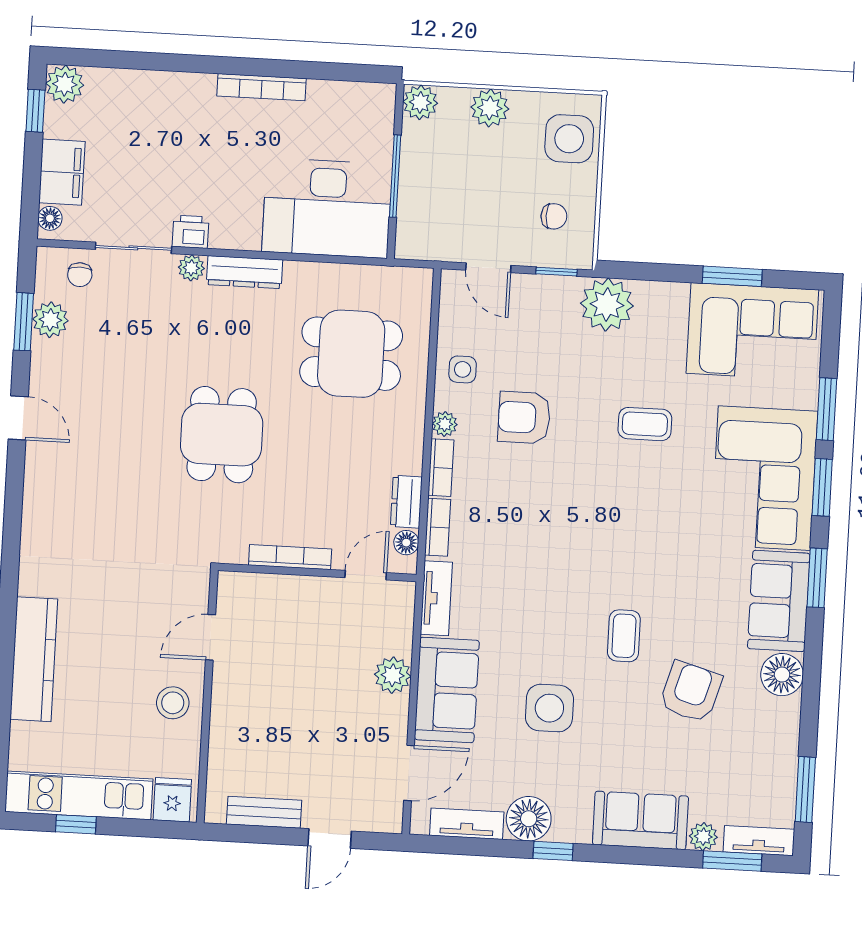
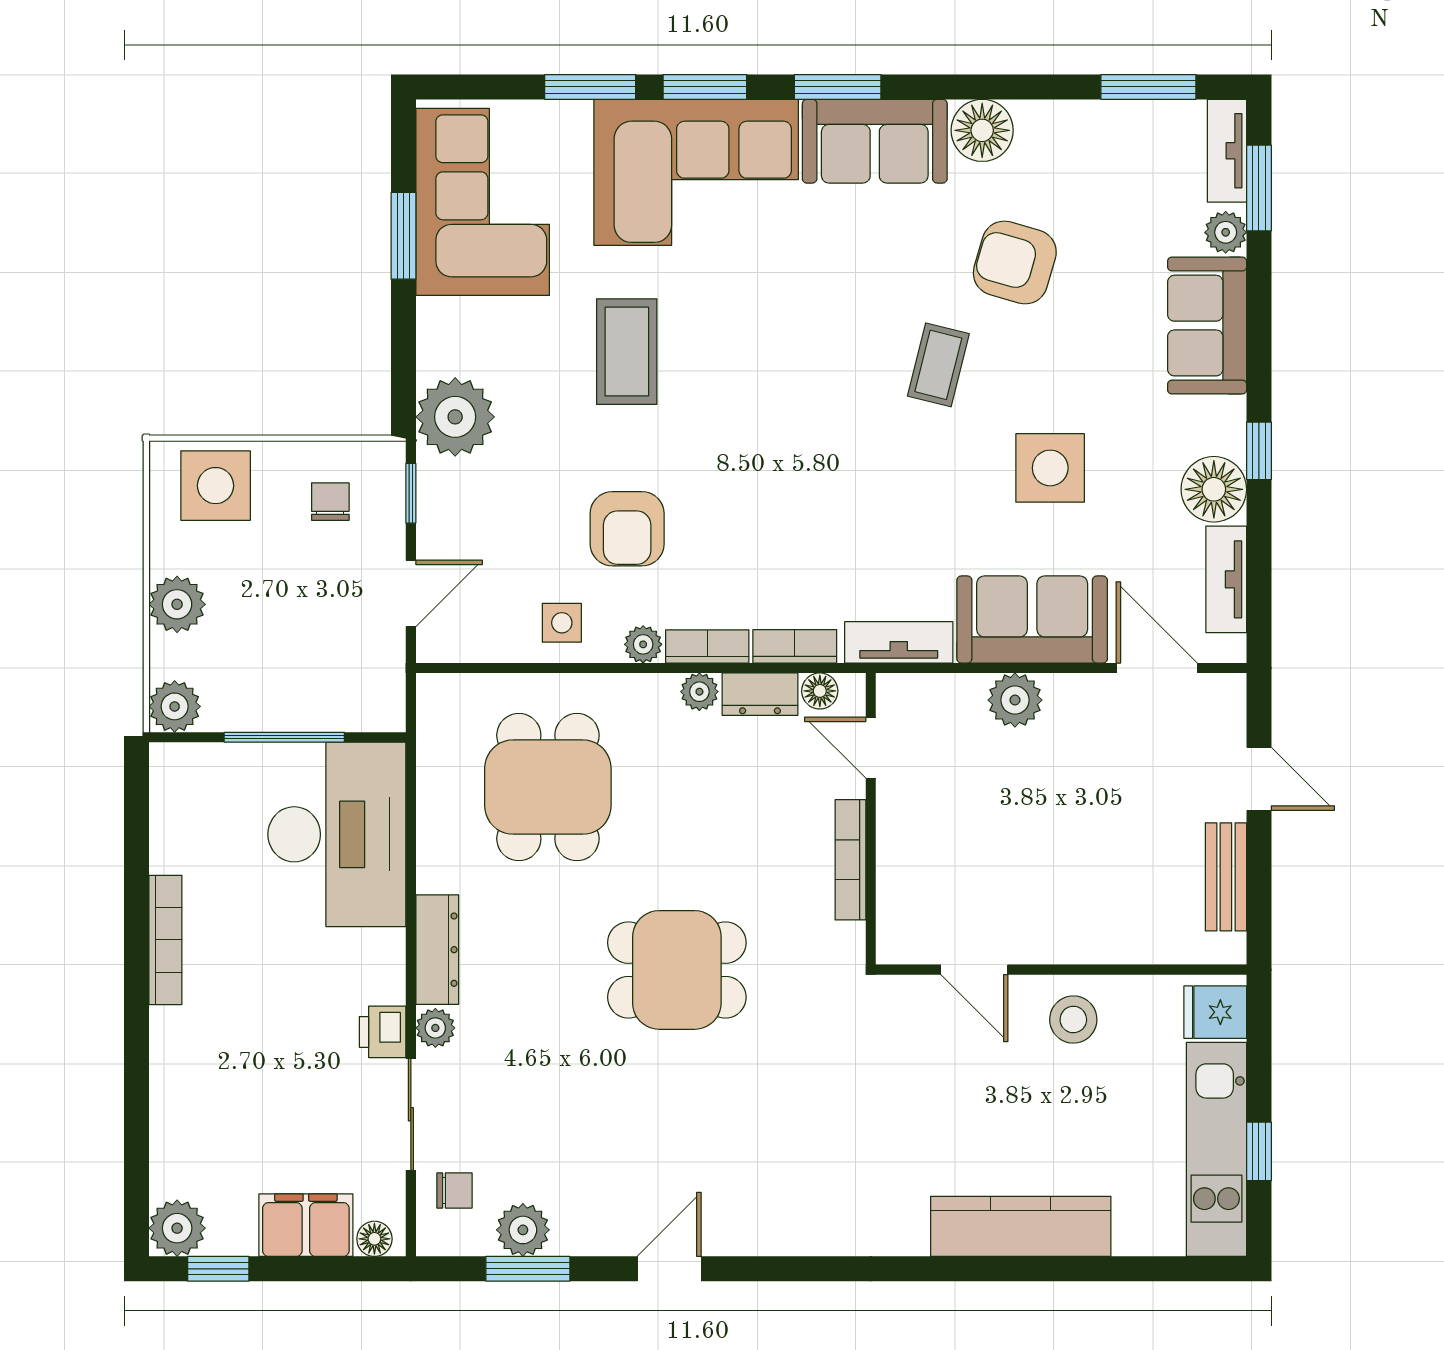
coffee table: (645, 424) -> (627, 352), width x1.36, depth x1.30
plant: (410, 461) -> (699, 692), added
coffee table: (624, 636) -> (938, 365), turned -76

